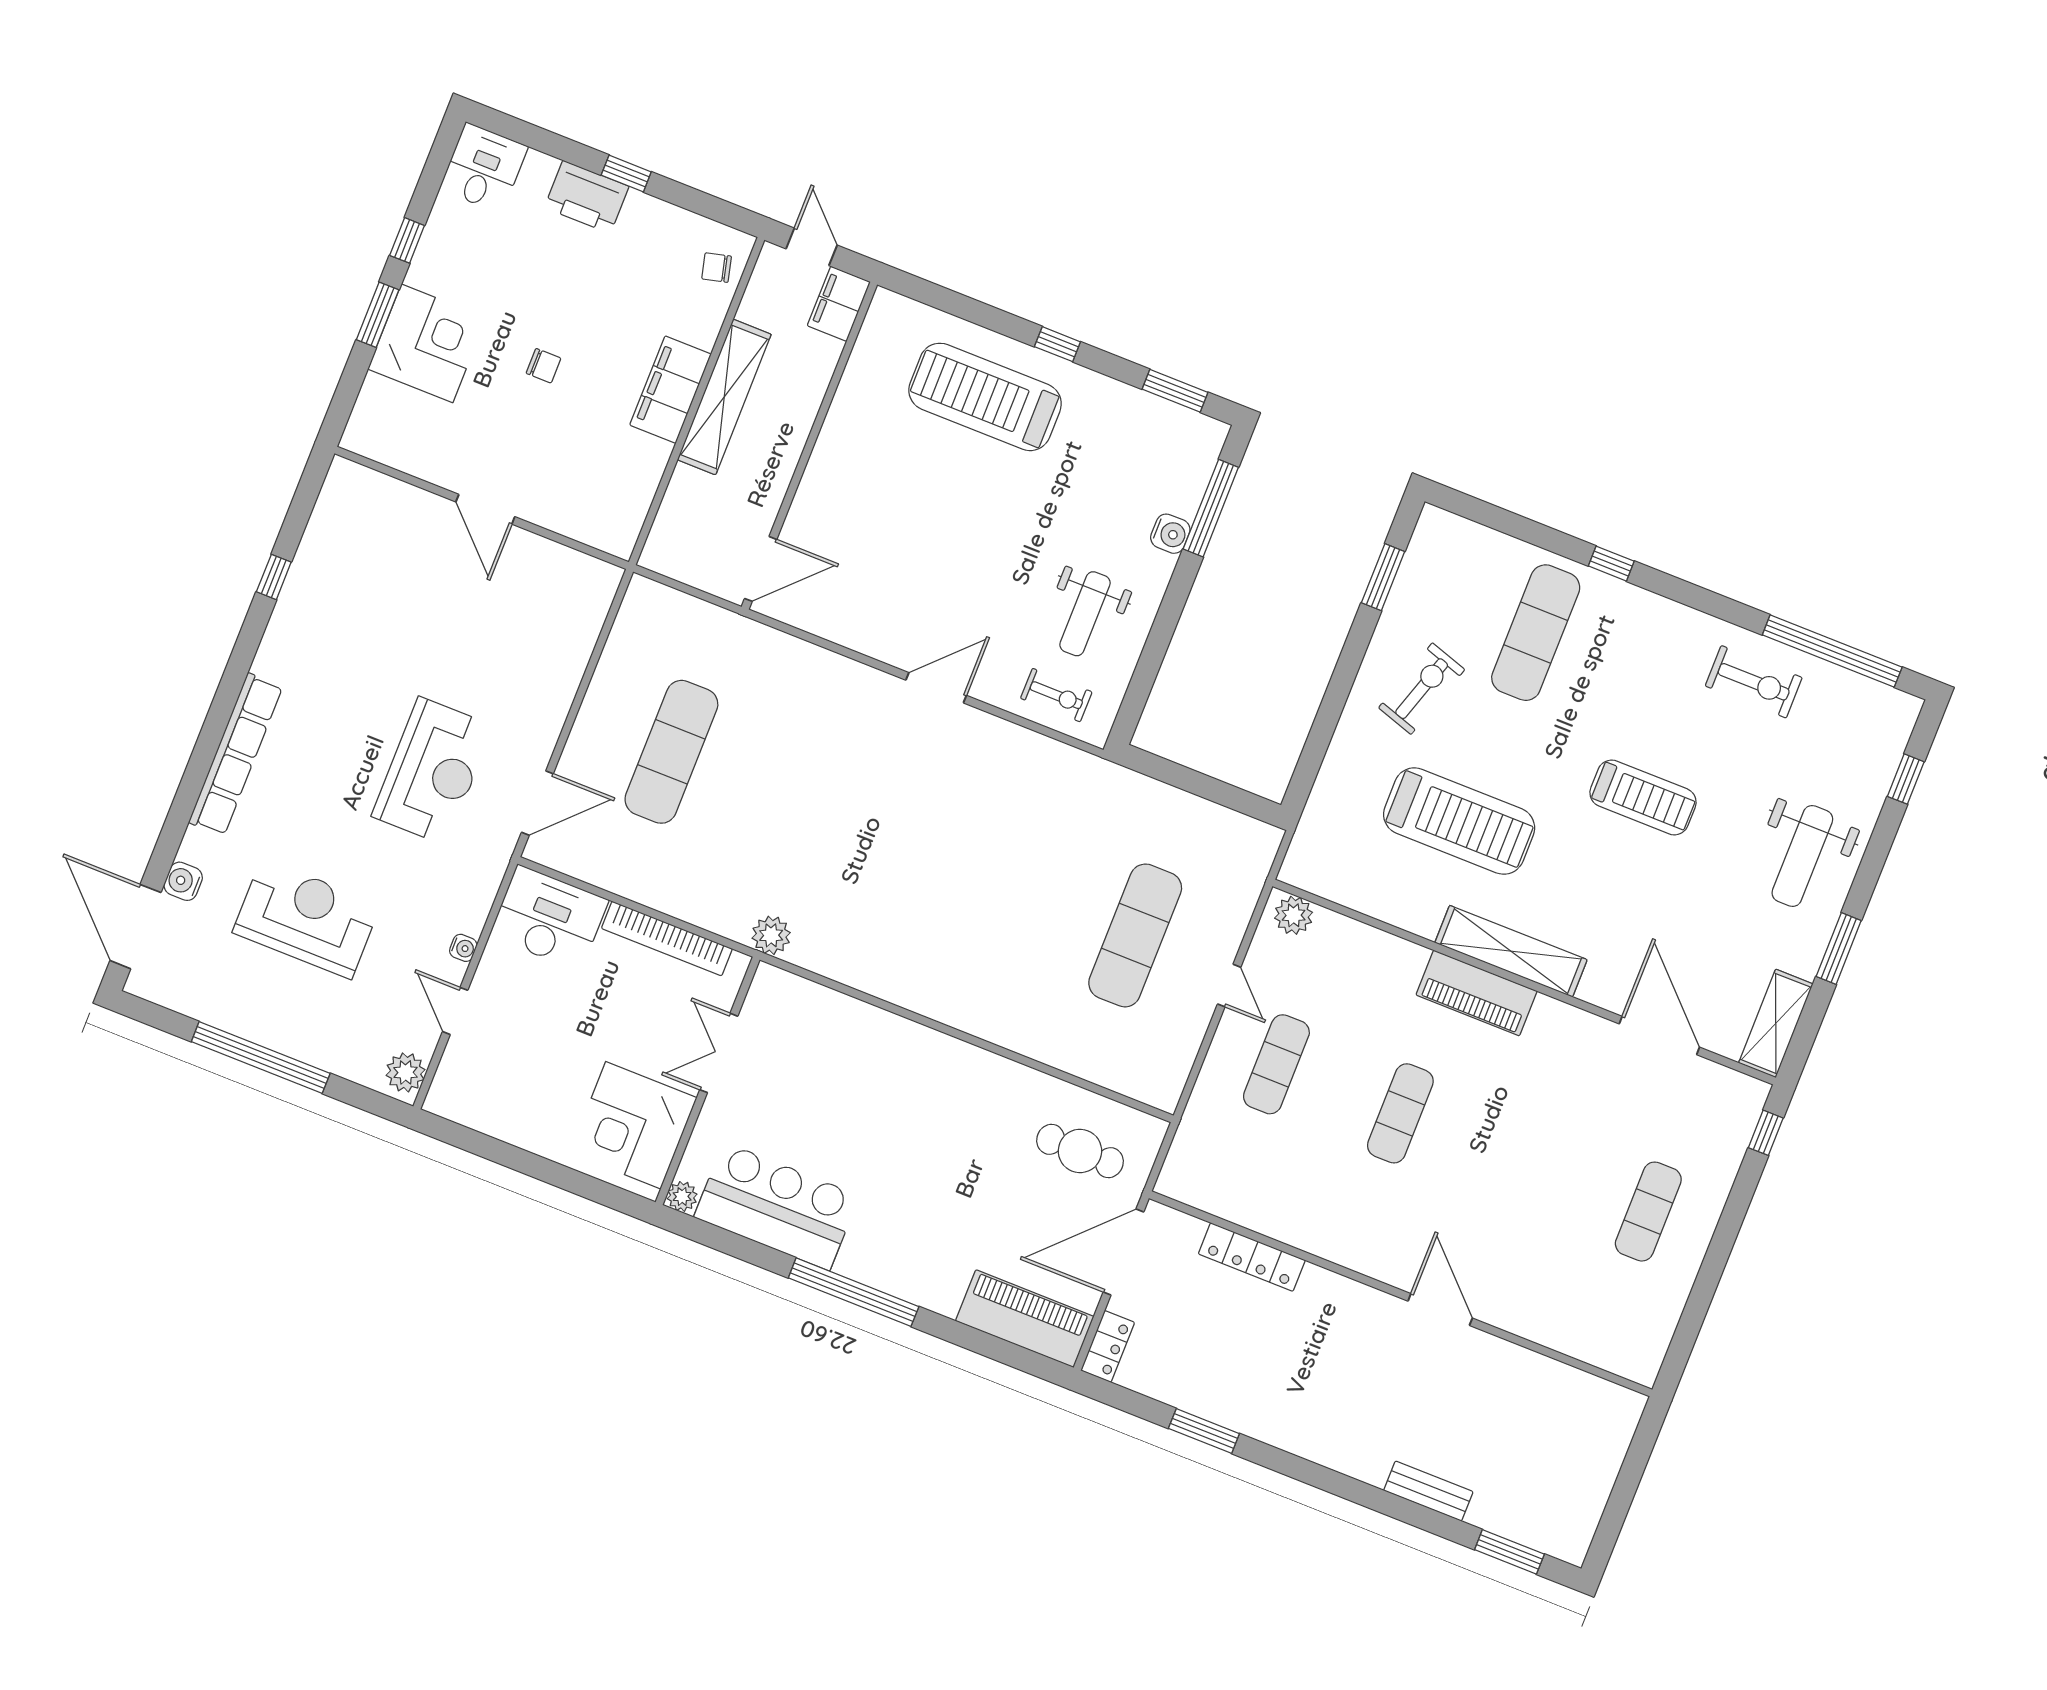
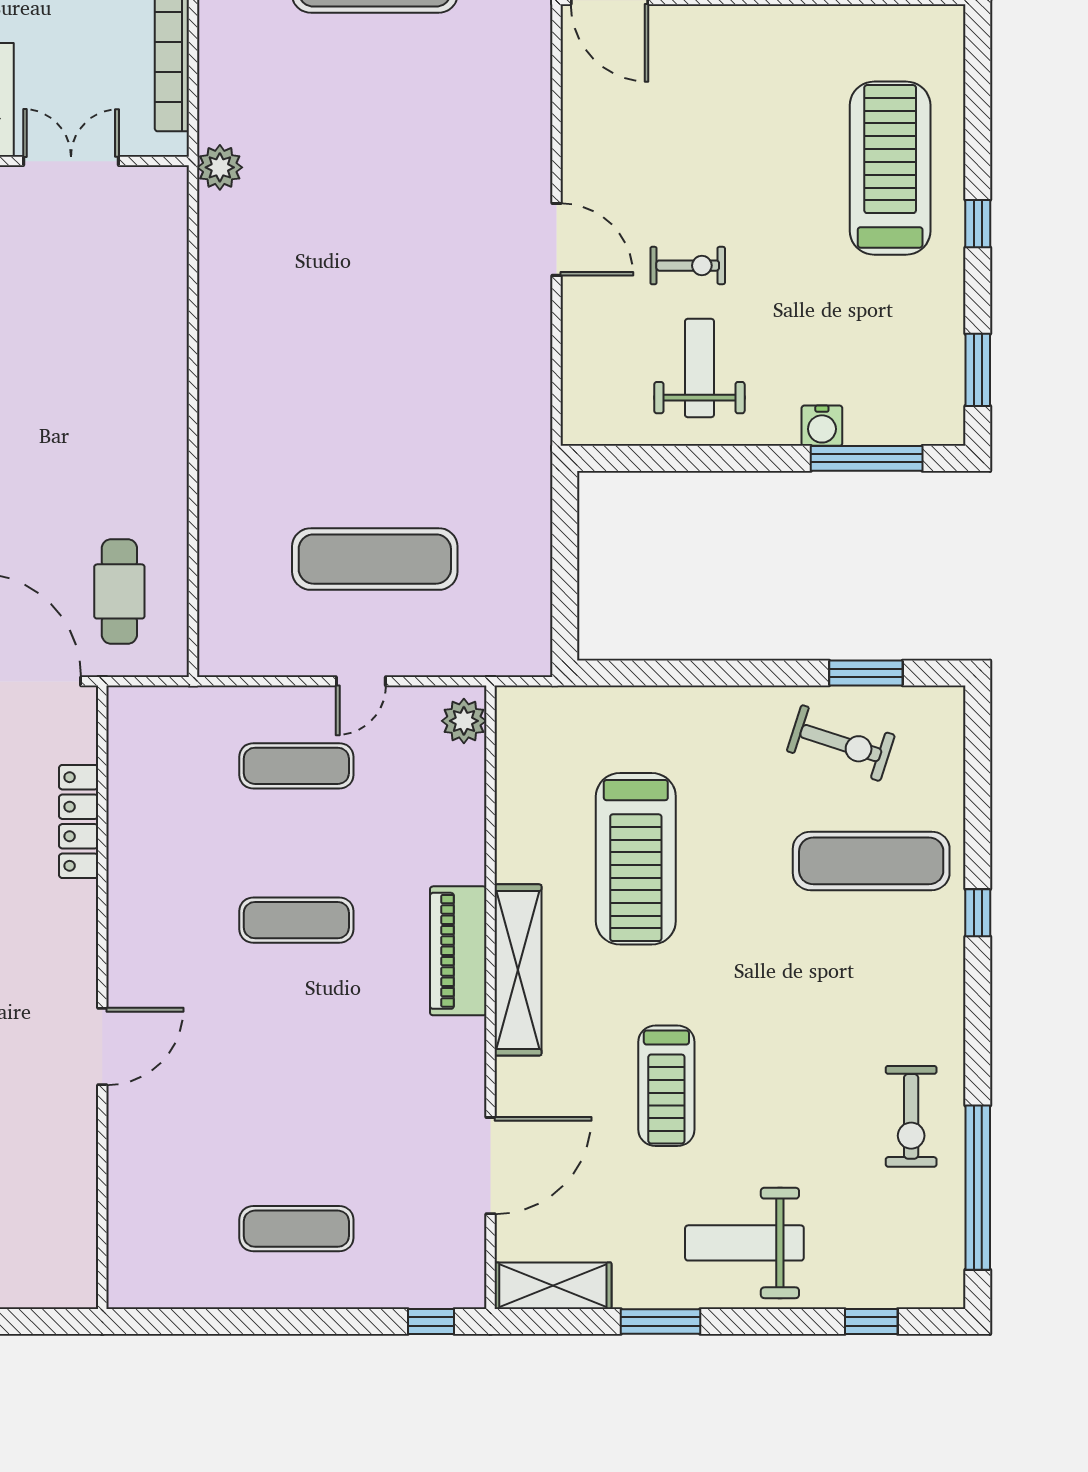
weight bench: (1085, 614) -> (699, 368), turned 90
exercise bike: (1422, 689) -> (841, 743), moved
exercise bike: (1056, 695) -> (688, 266), moved, turned -90
treadmill: (1643, 797) -> (666, 1086), moved

